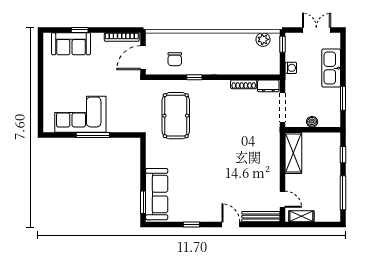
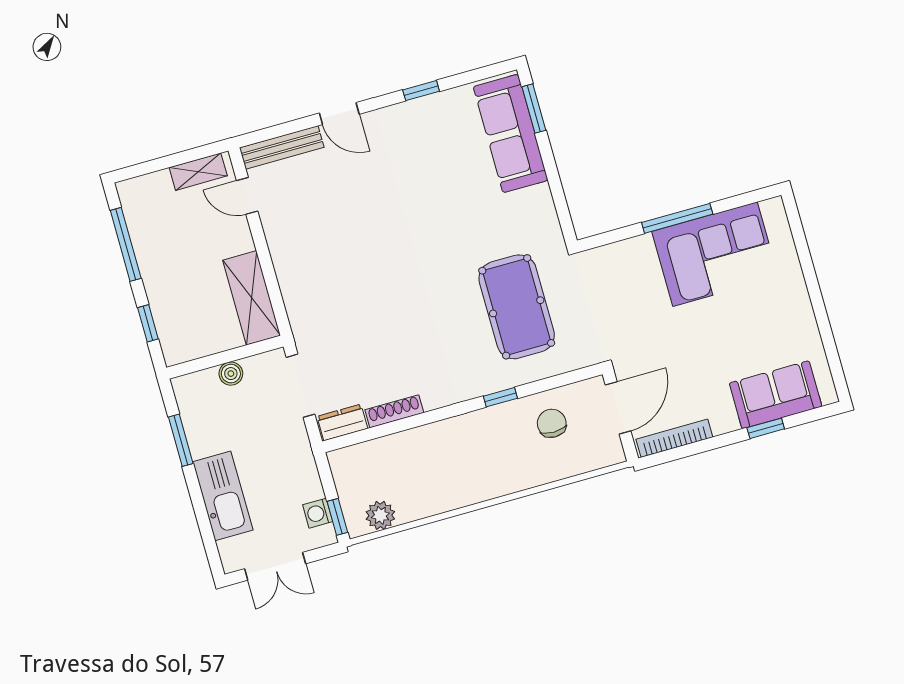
washing machine: (291, 68) -> (318, 513), moved

